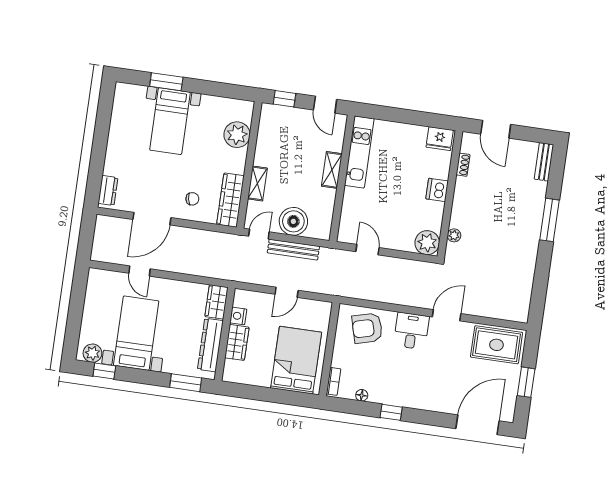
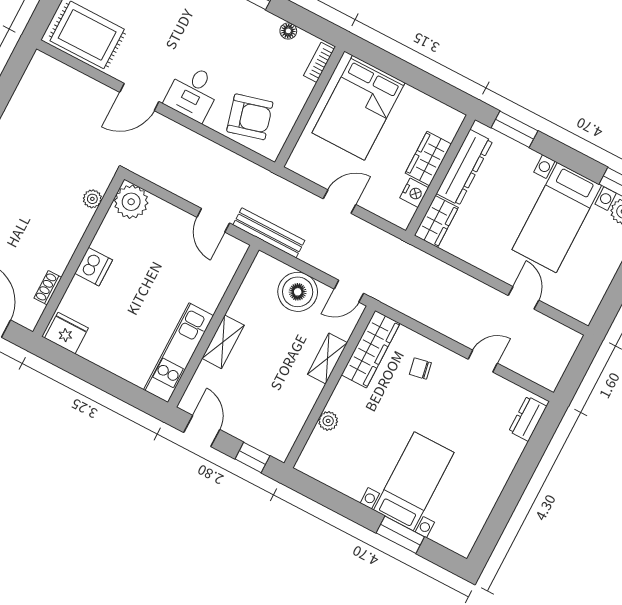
plant: (237, 135) -> (328, 421), width x0.53, depth x0.53
door: (152, 219) -> (483, 361), width x0.53
bench: (293, 250) -> (269, 233), moved

